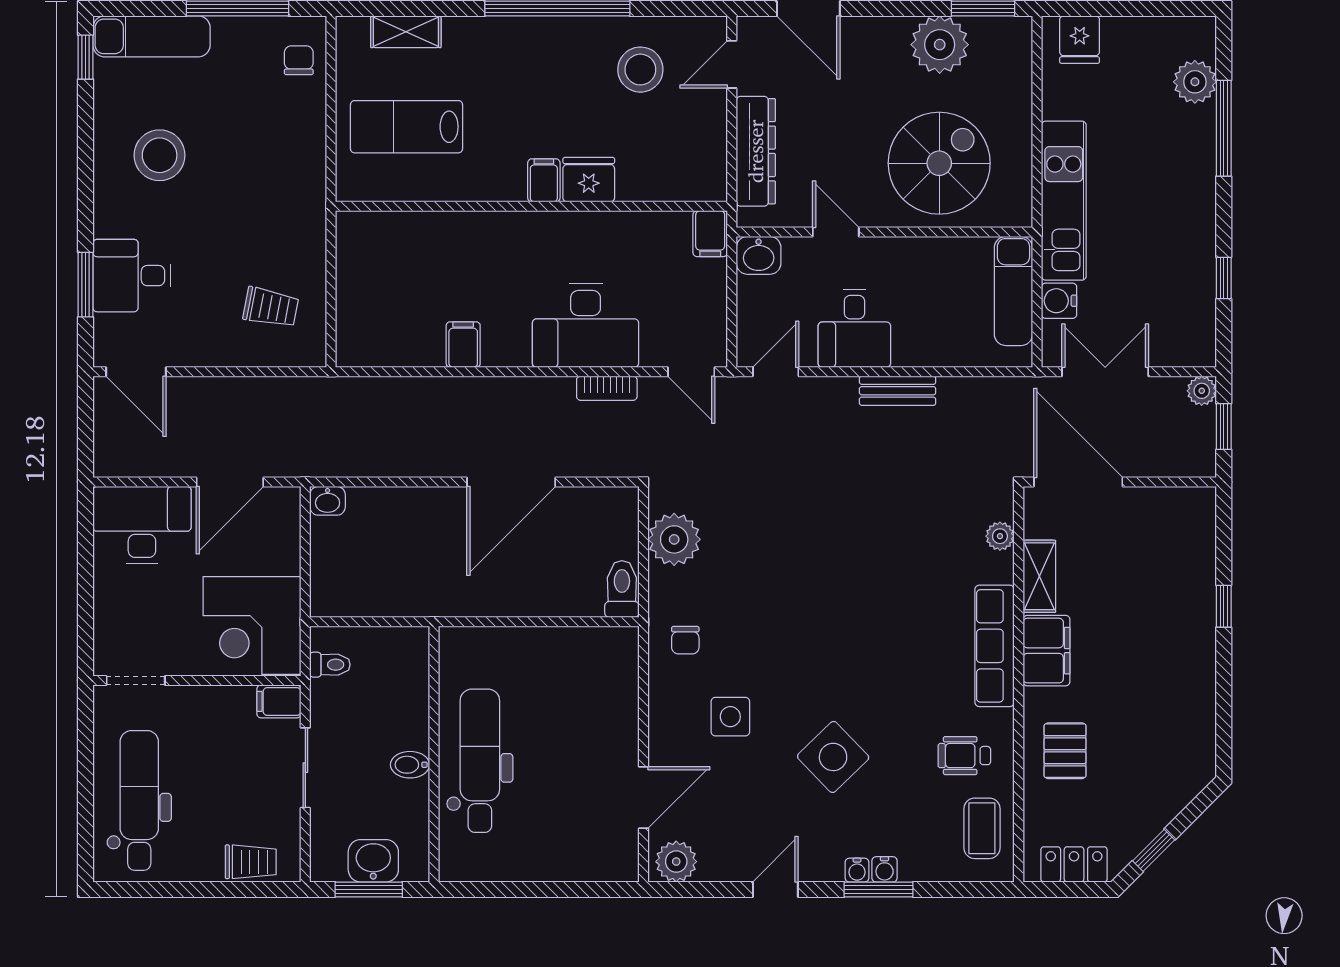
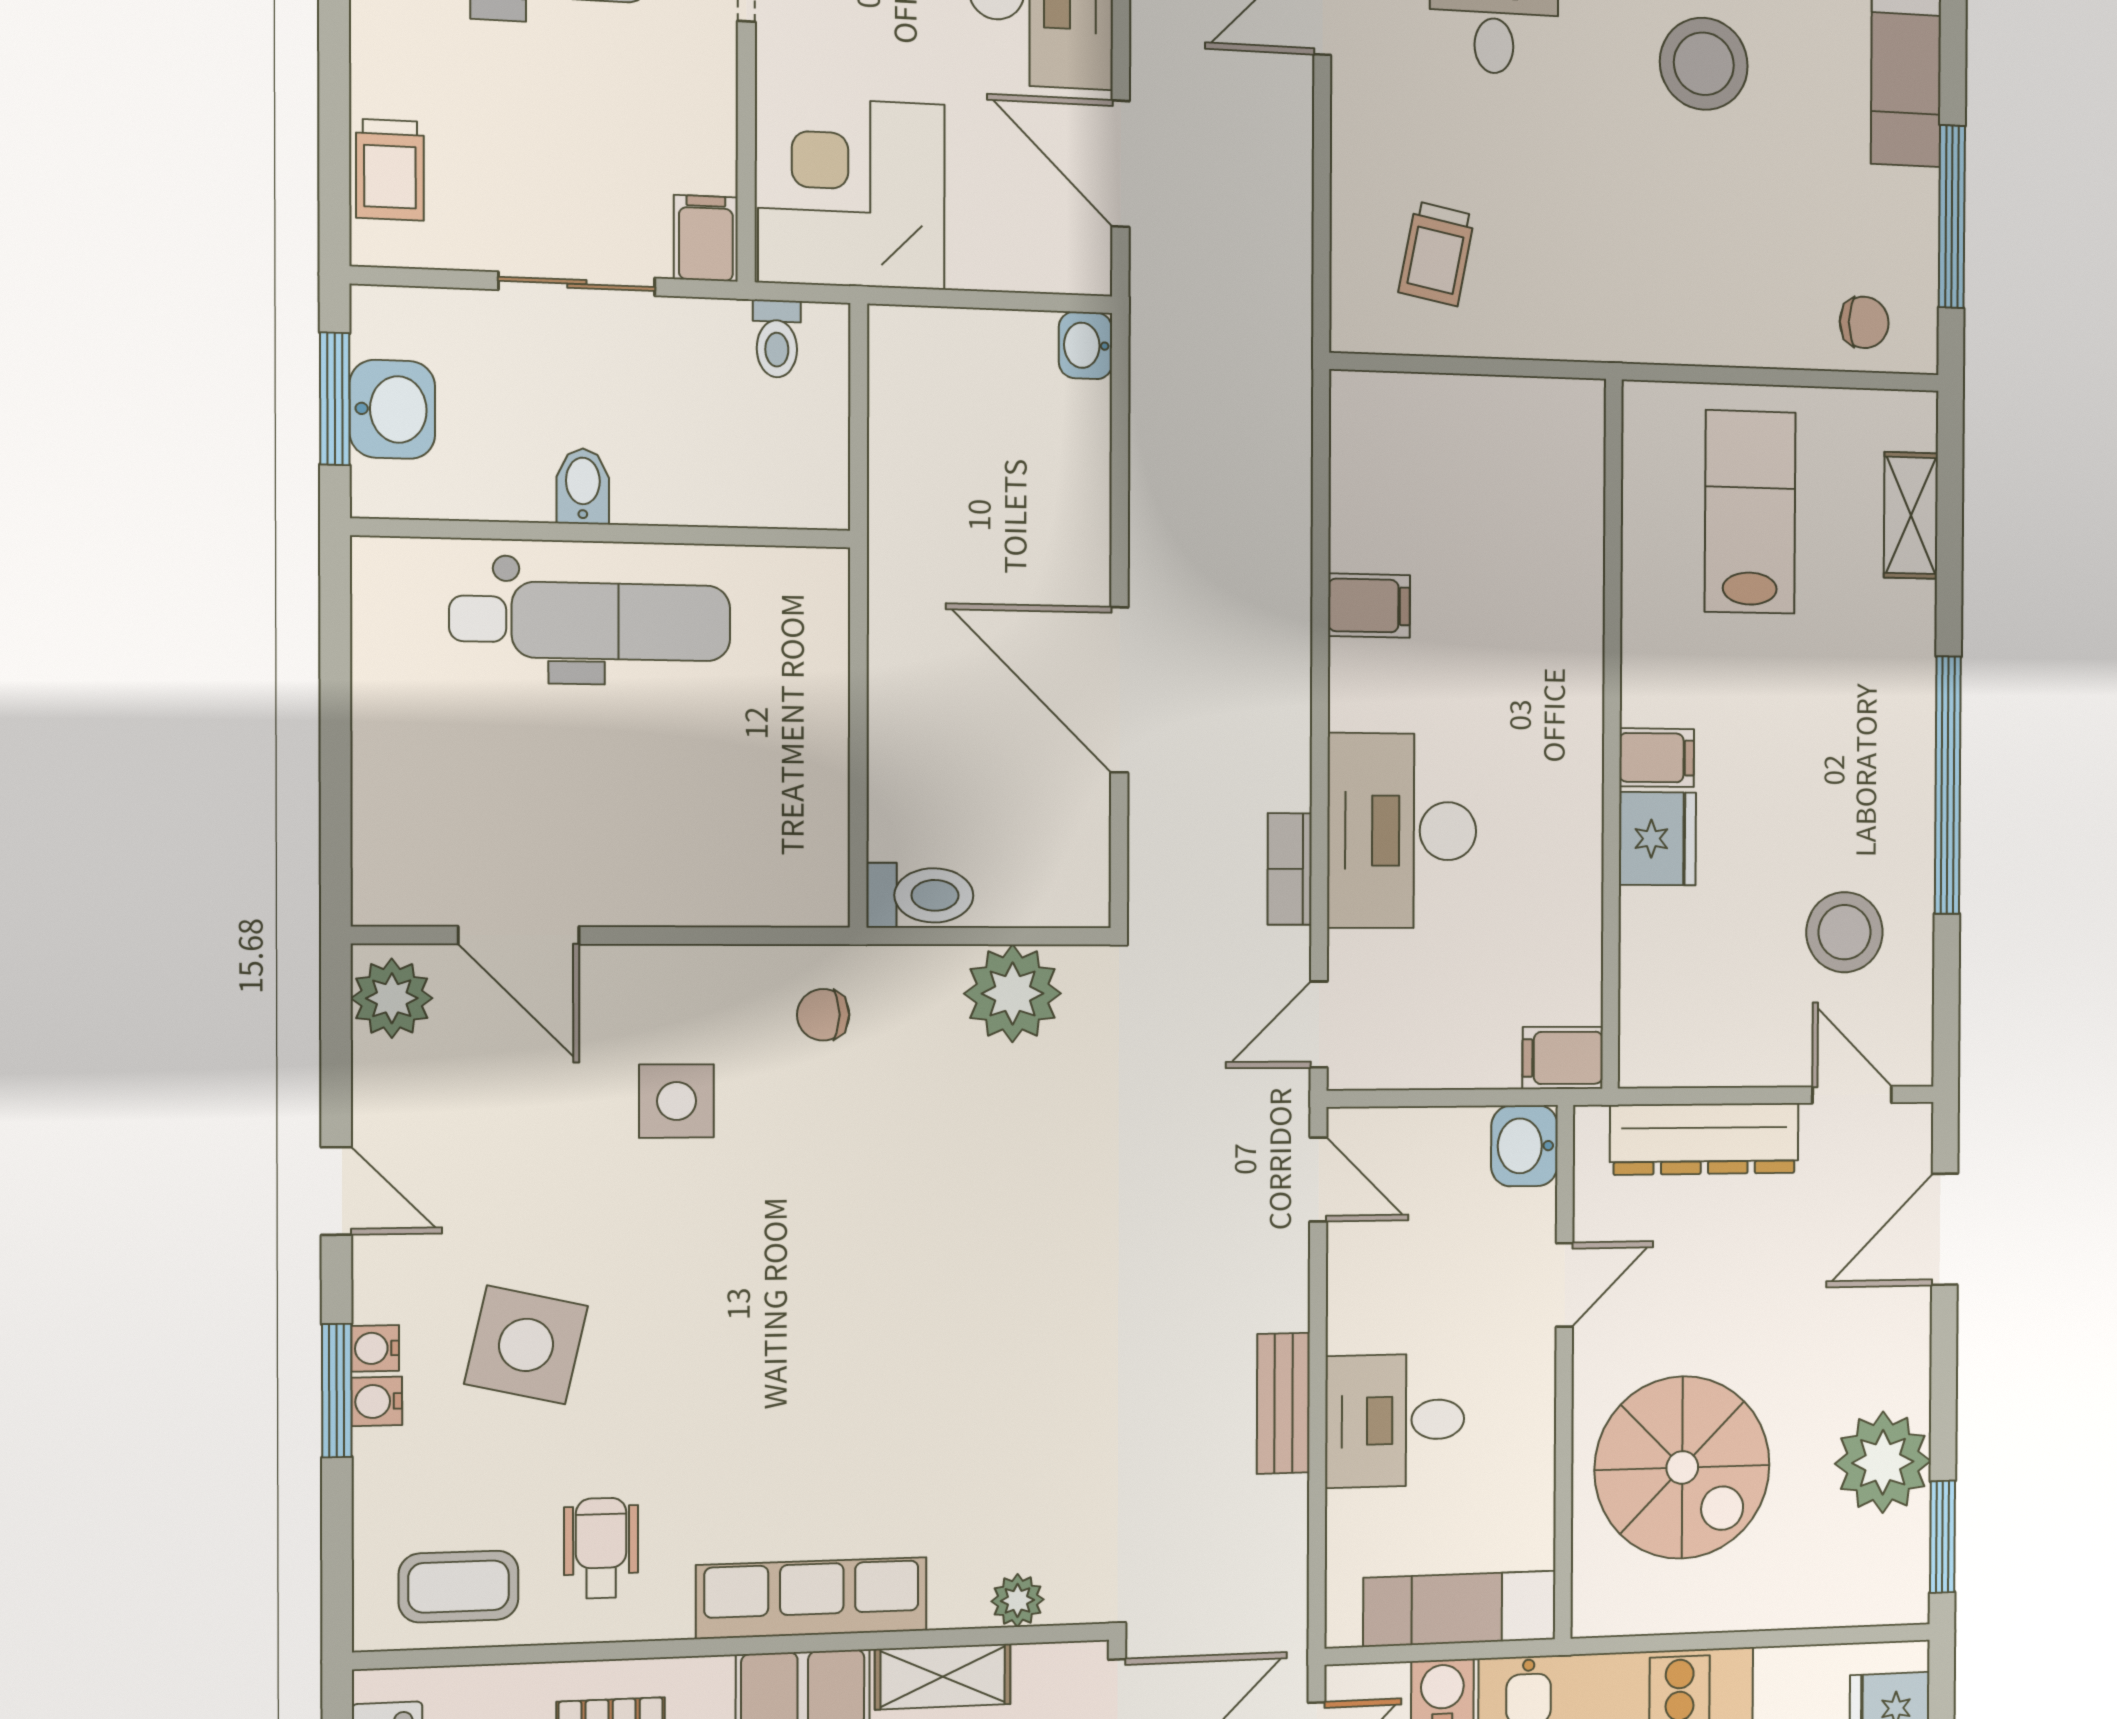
desk: (854, 328) -> (1395, 1420), moved
side table: (833, 757) -> (526, 1345), moved, turned -33

